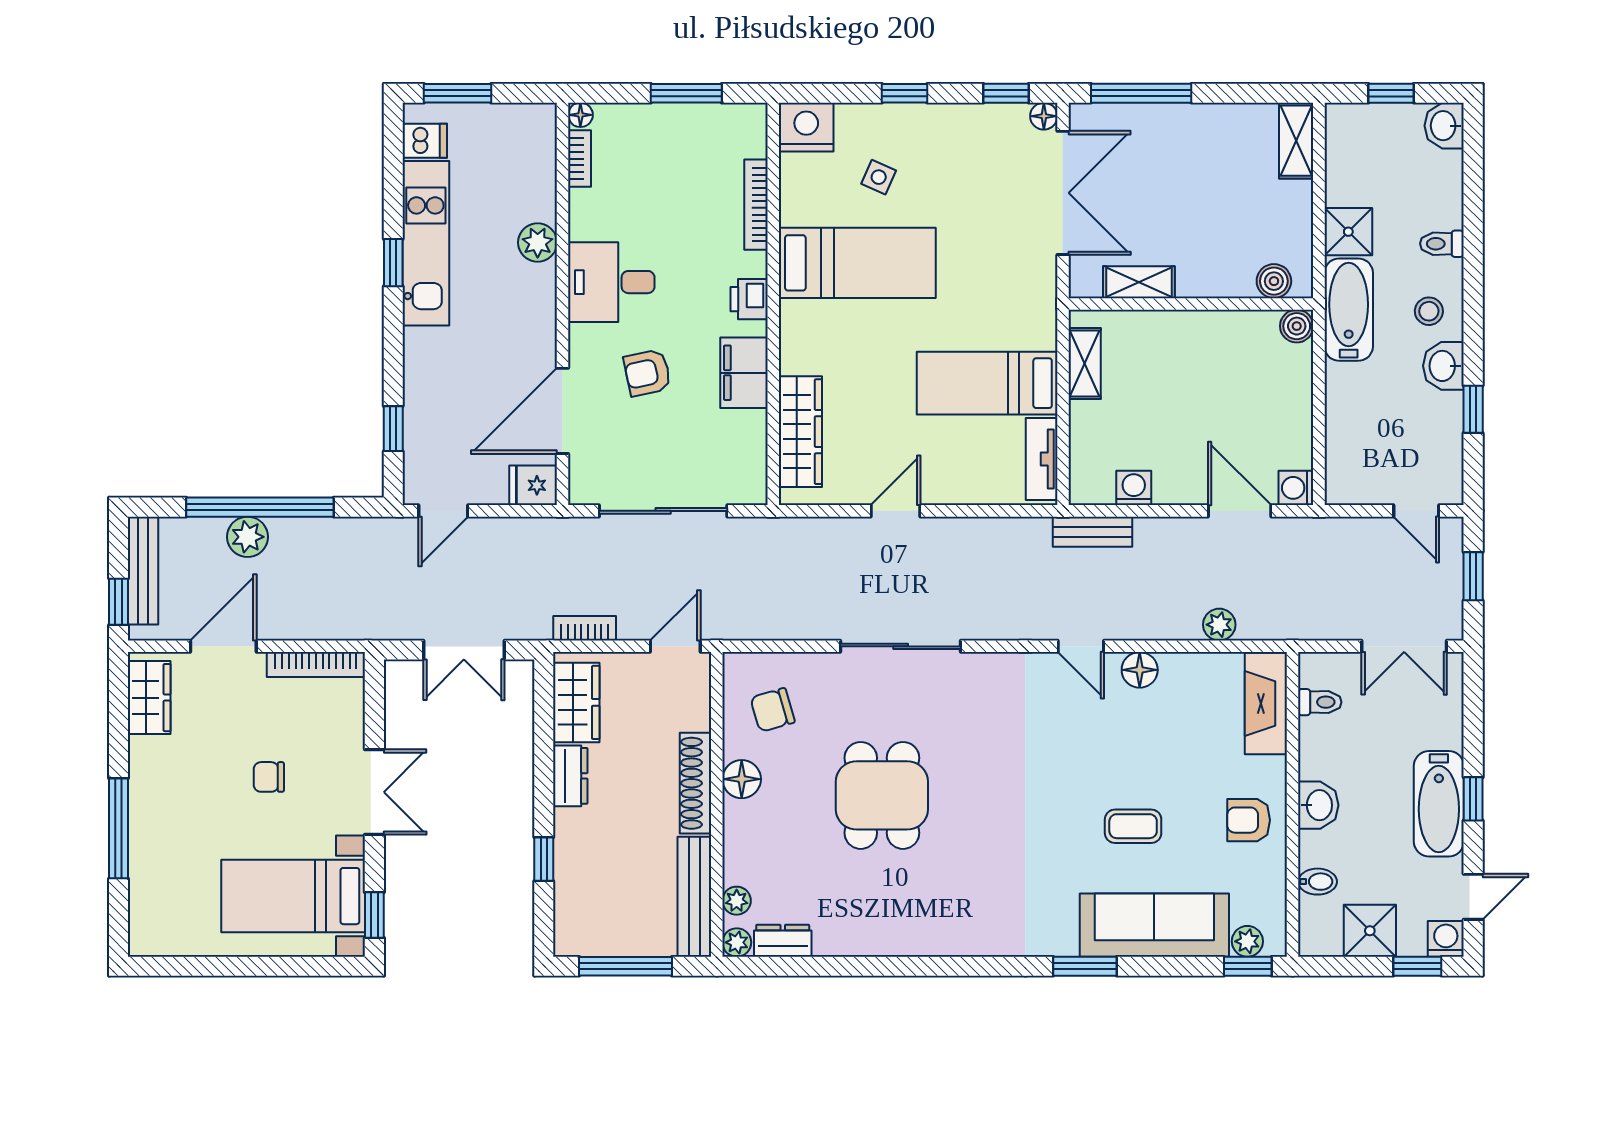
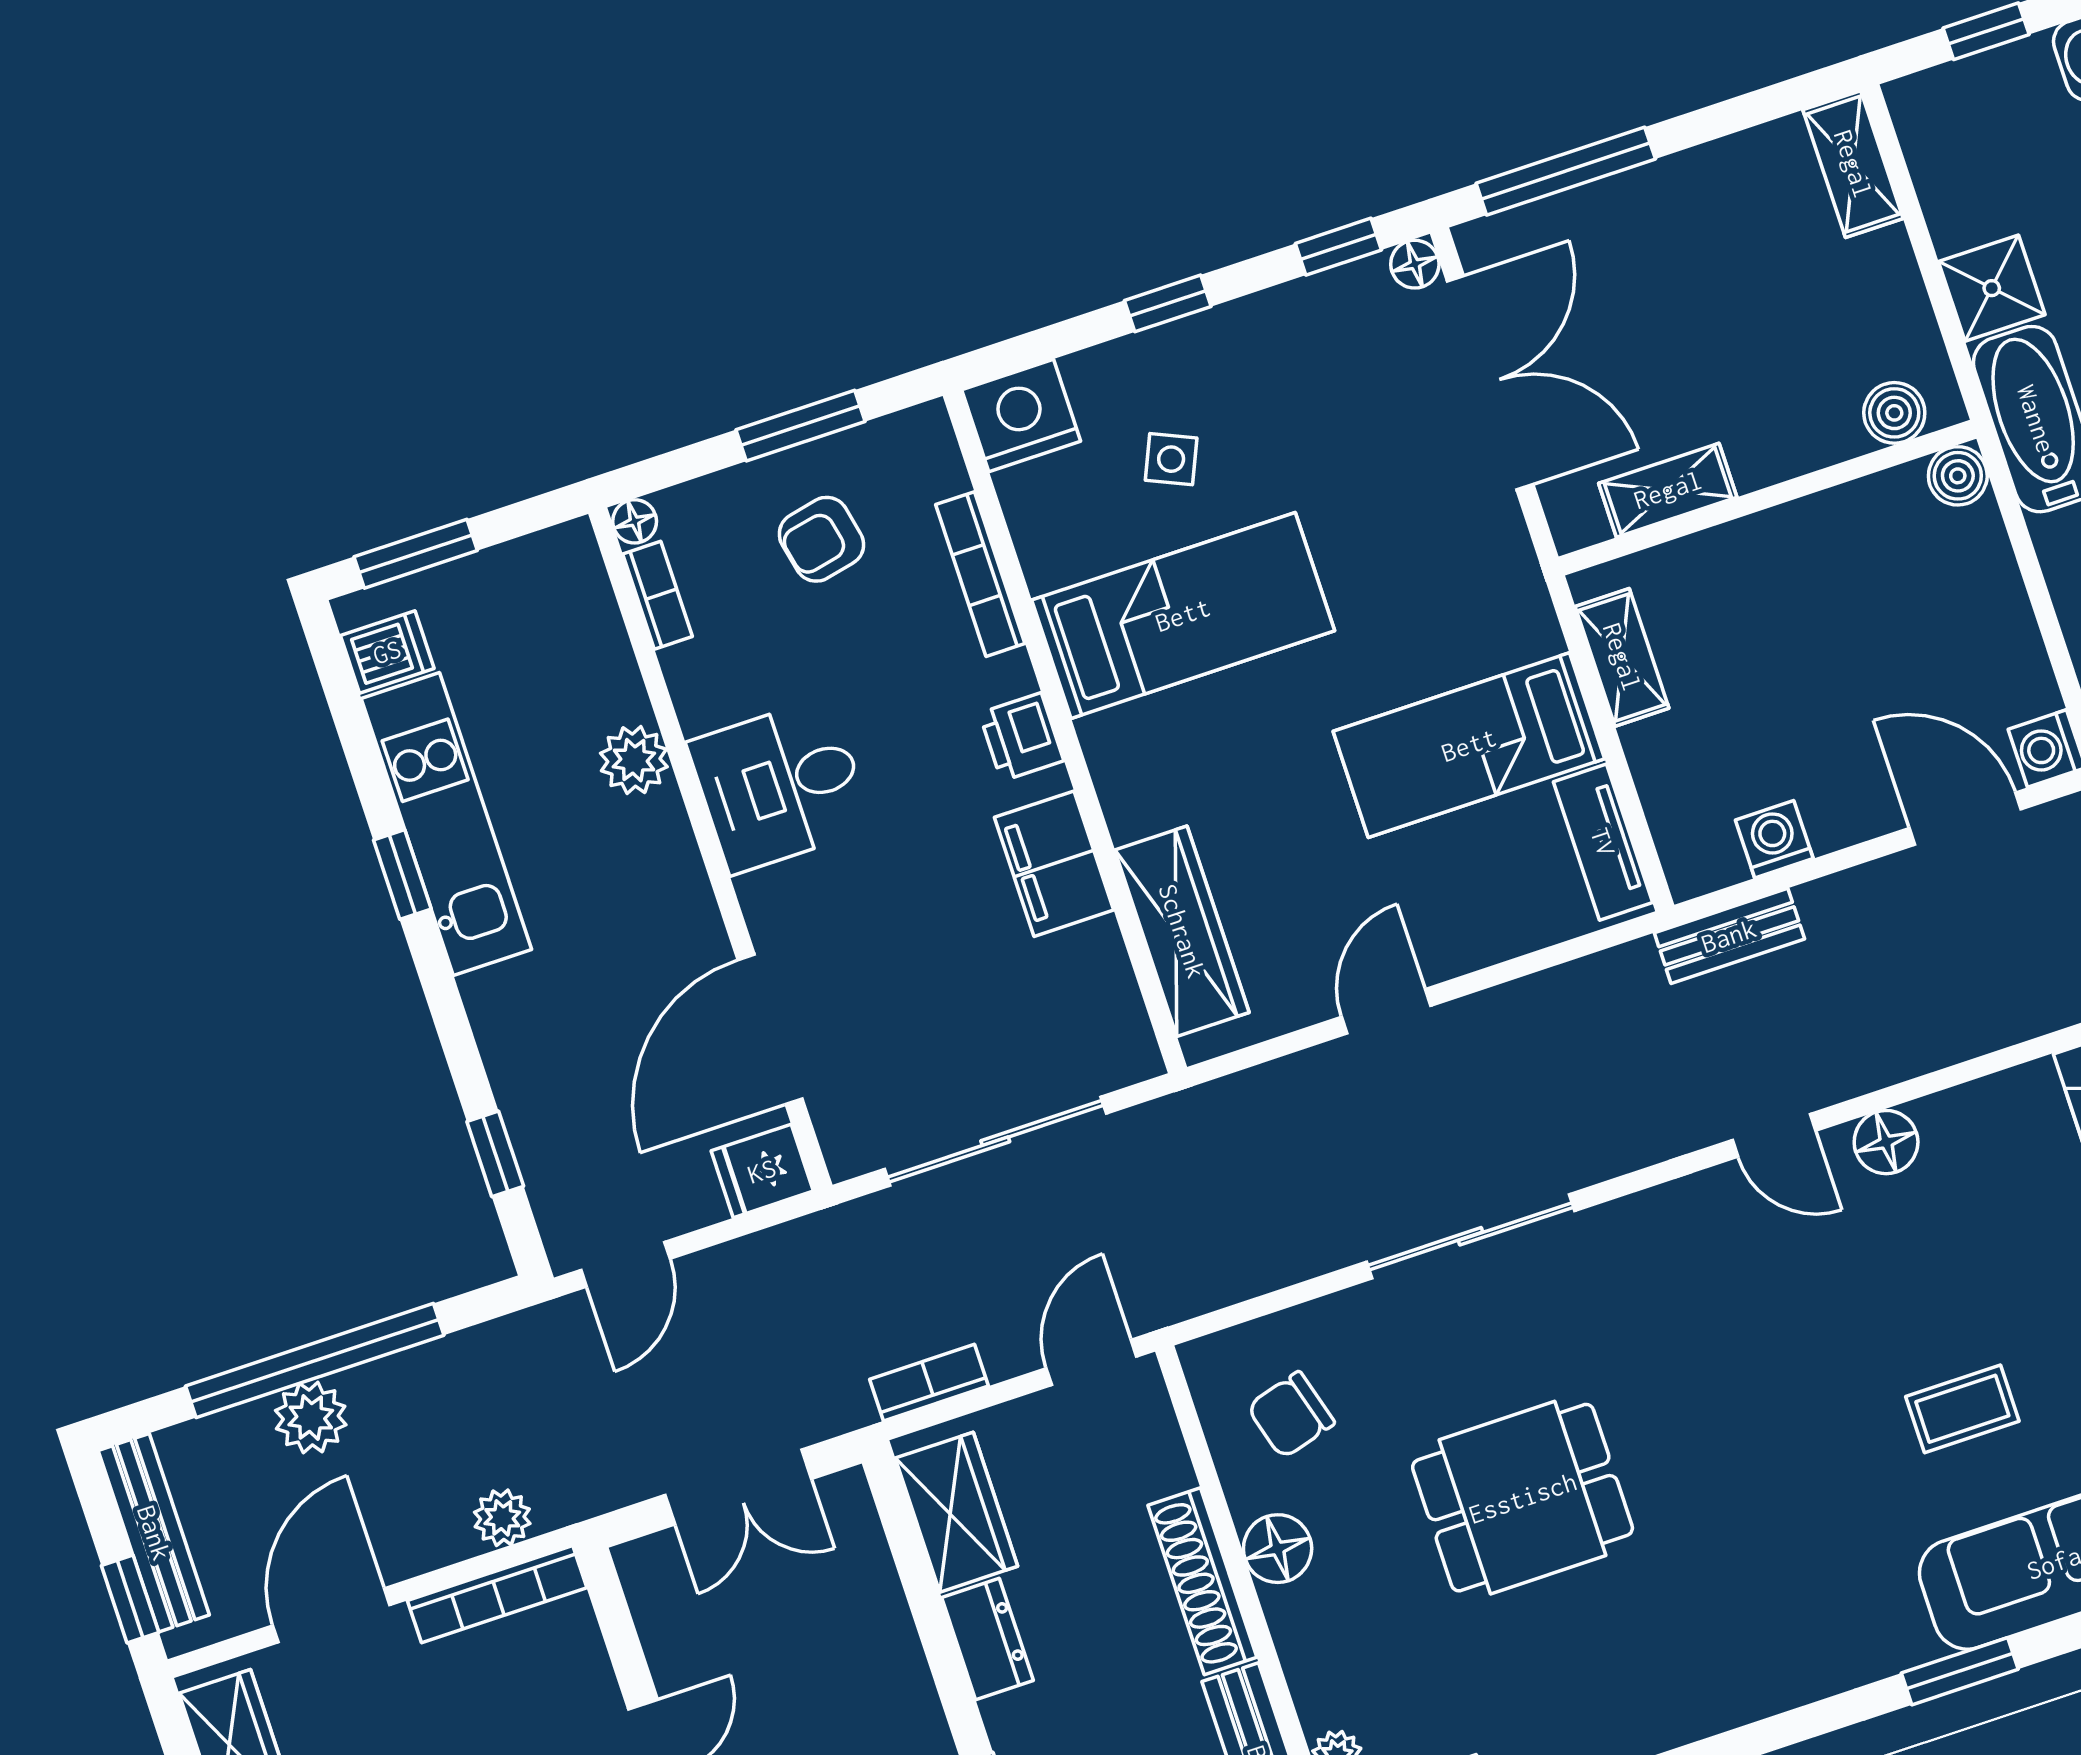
armchair: (647, 373) -> (821, 539), moved
plant: (1219, 625) -> (502, 1518), moved
dining table: (882, 795) -> (1523, 1498), turned 90

